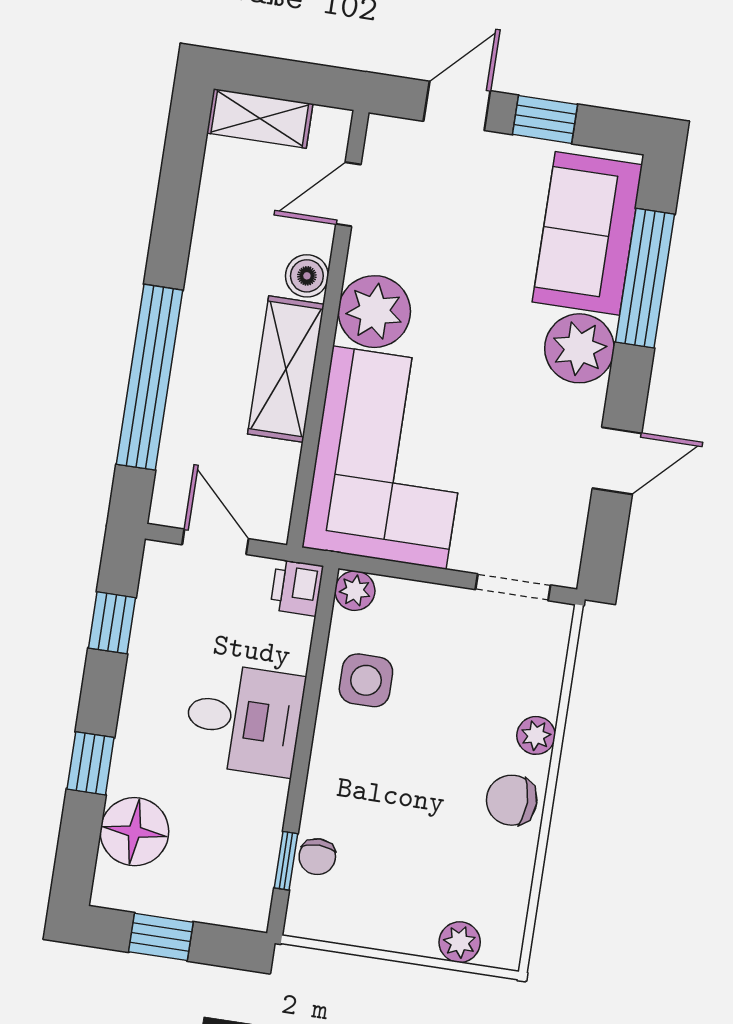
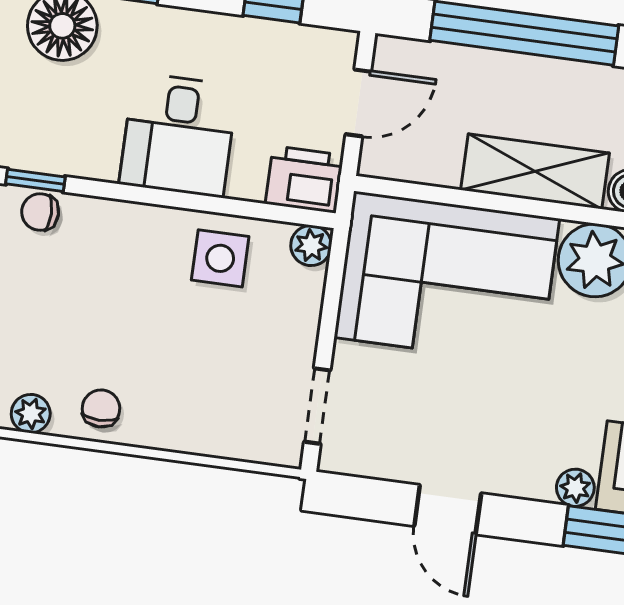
plant: (579, 348) -> (575, 488), width x0.53, depth x0.53
printer: (297, 588) -> (304, 179), width x1.36, depth x1.24
plant: (536, 735) -> (31, 414), moved
chair: (512, 800) -> (101, 408), width x0.73, depth x0.73

